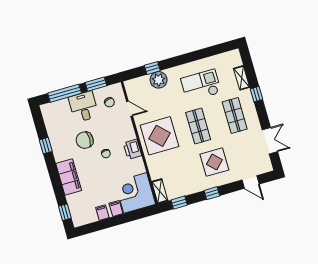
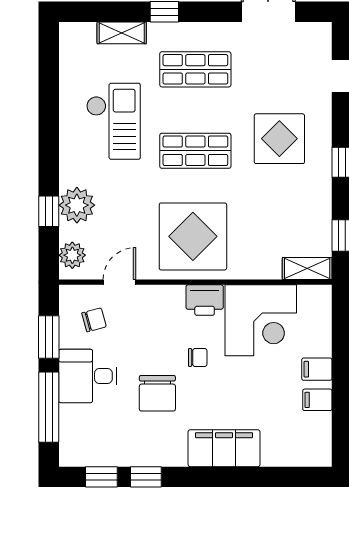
plant: (136, 84) -> (72, 255), added
checkout: (201, 85) -> (113, 121), turned 180
corner desk: (135, 193) -> (261, 320), moved, turned -90
window: (65, 212) -> (101, 477), moved

